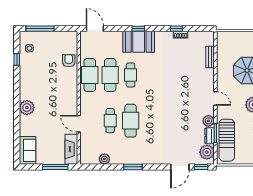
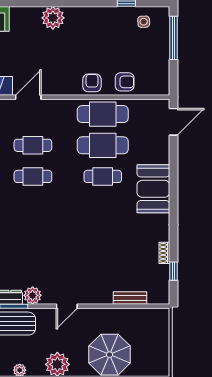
window: (138, 29) -> (174, 188), removed
window: (176, 29) -> (174, 271), moved
armchair: (69, 82) -> (92, 83), added
cafe table: (131, 121) -> (33, 176), width x0.73, depth x0.74

